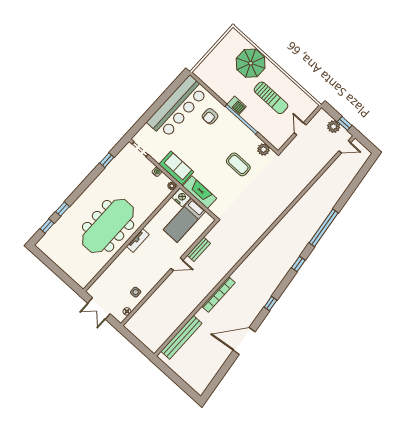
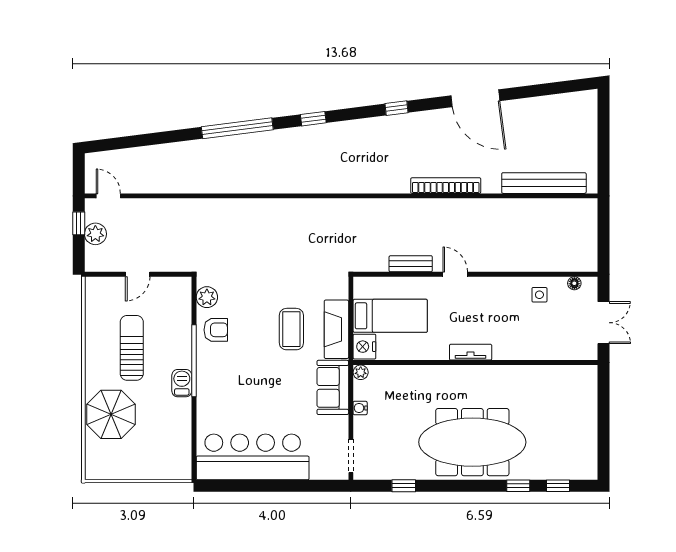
armchair: (210, 116) -> (216, 330), moved
coffee table: (238, 164) -> (291, 329), moved
meeting table: (108, 226) -> (472, 442), moved

